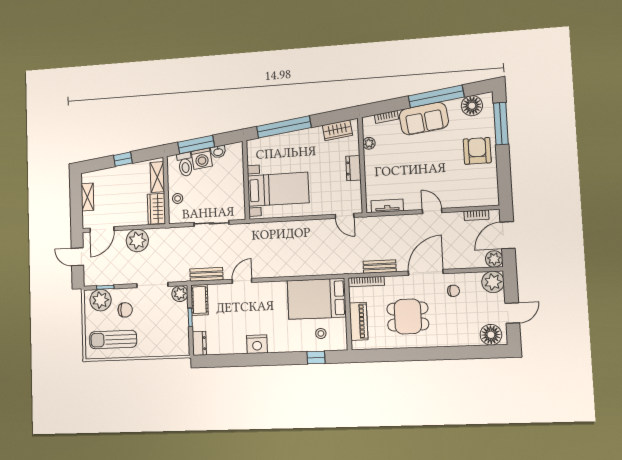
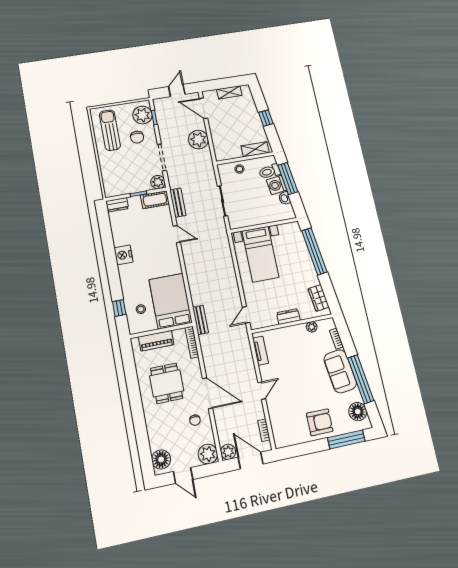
wardrobe: (156, 209) -> (228, 152), removed
bench: (380, 266) -> (200, 320), moved

